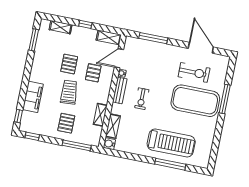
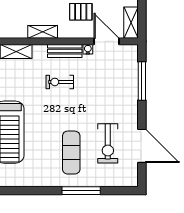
door: (201, 48) -> (142, 146), hinge flipped
exercise mat: (195, 101) -> (71, 153), width x0.50, depth x0.69
shelving: (100, 115) -> (43, 32), moved

